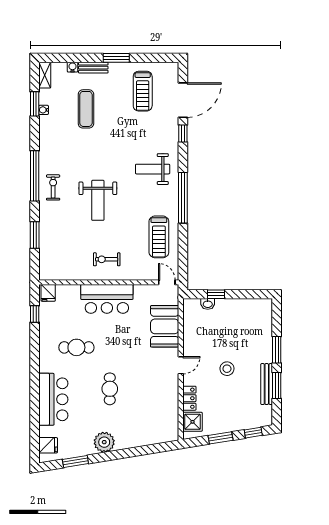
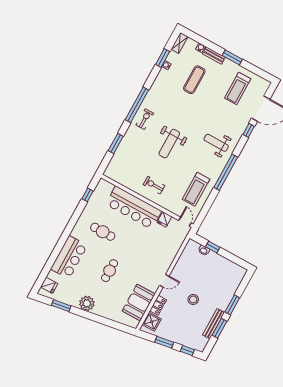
fridge: (48, 293) -> (164, 219), moved
bar counter: (107, 299) -> (134, 208), width x1.36
booth: (165, 326) -> (139, 302), moved

